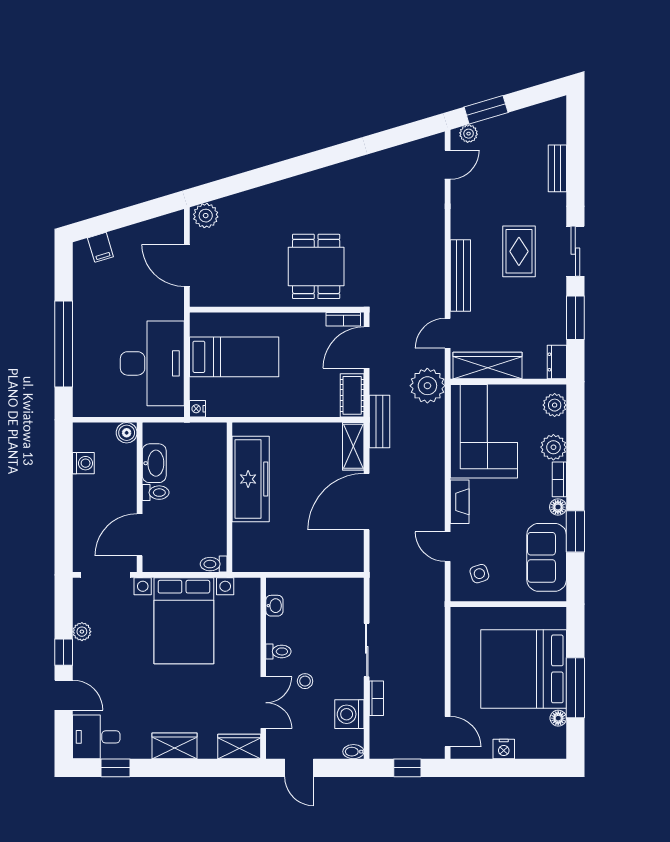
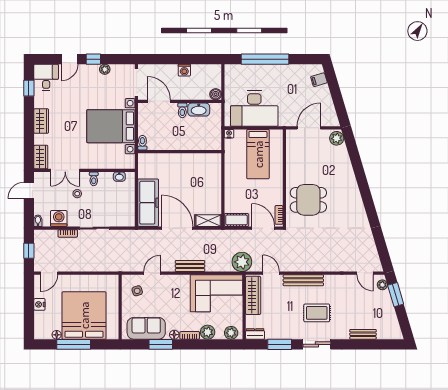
bench: (379, 421) -> (190, 266), moved
washing machine: (83, 463) -> (184, 70), moved
freezer: (251, 479) -> (148, 203), moved, turned -90
fireplace: (460, 502) -> (177, 280), removed

